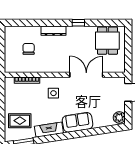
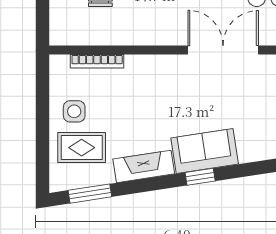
side table: (53, 93) -> (74, 111), moved
window: (75, 134) -> (200, 177), added

